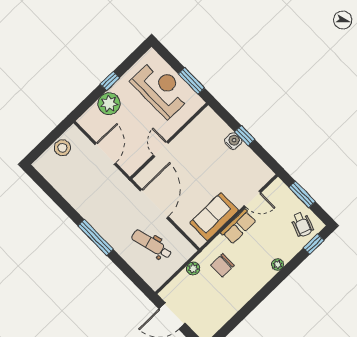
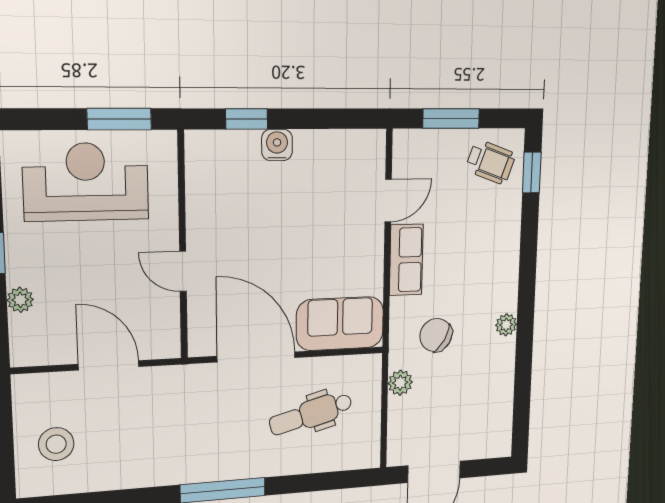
plant: (109, 104) -> (20, 300), width x0.53, depth x0.53
window: (245, 136) -> (247, 119), moved
stool: (62, 148) -> (56, 444), moved
sofa: (214, 217) -> (340, 324), moved, turned 90
chair: (223, 265) -> (436, 335), turned 120
plant: (278, 265) -> (506, 325), moved

